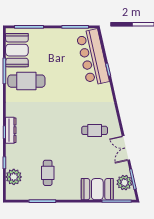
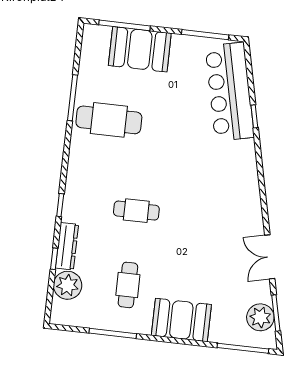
booth: (17, 50) -> (140, 49), moved, turned 90
dresser: (11, 130) -> (67, 246), moved
cafe table: (95, 130) -> (136, 211), moved
booth: (97, 189) -> (181, 320), moved

